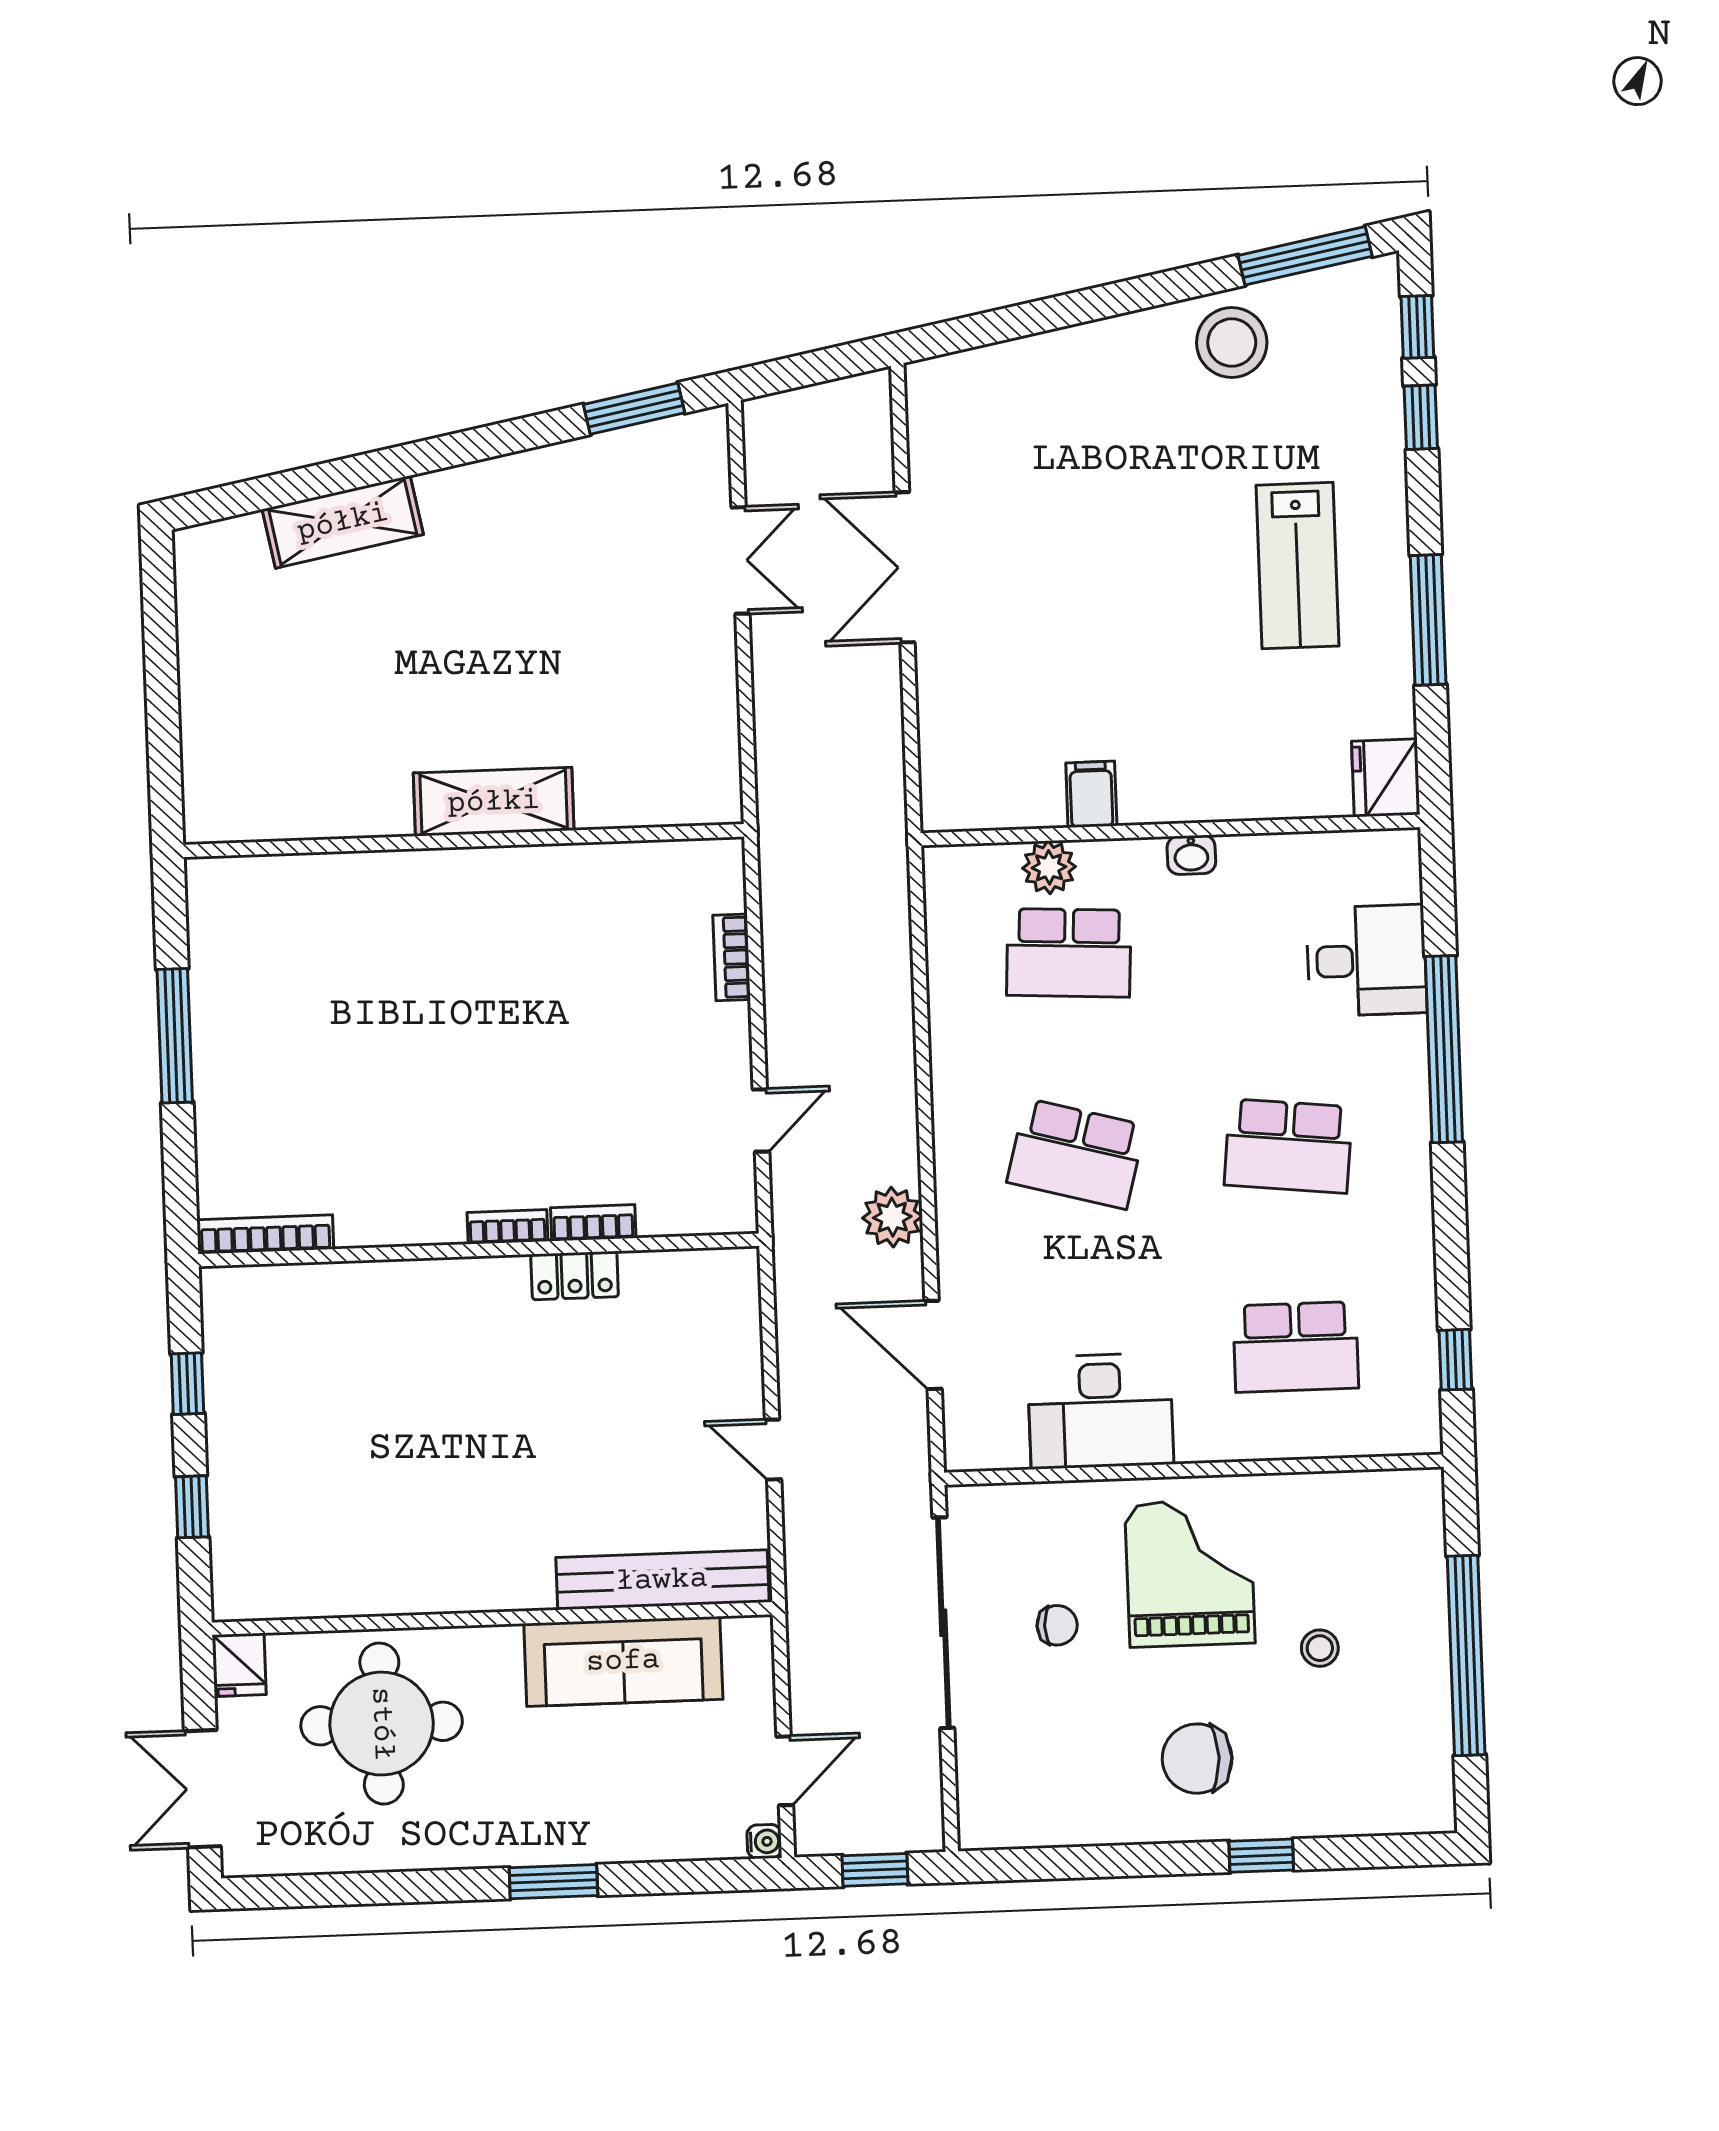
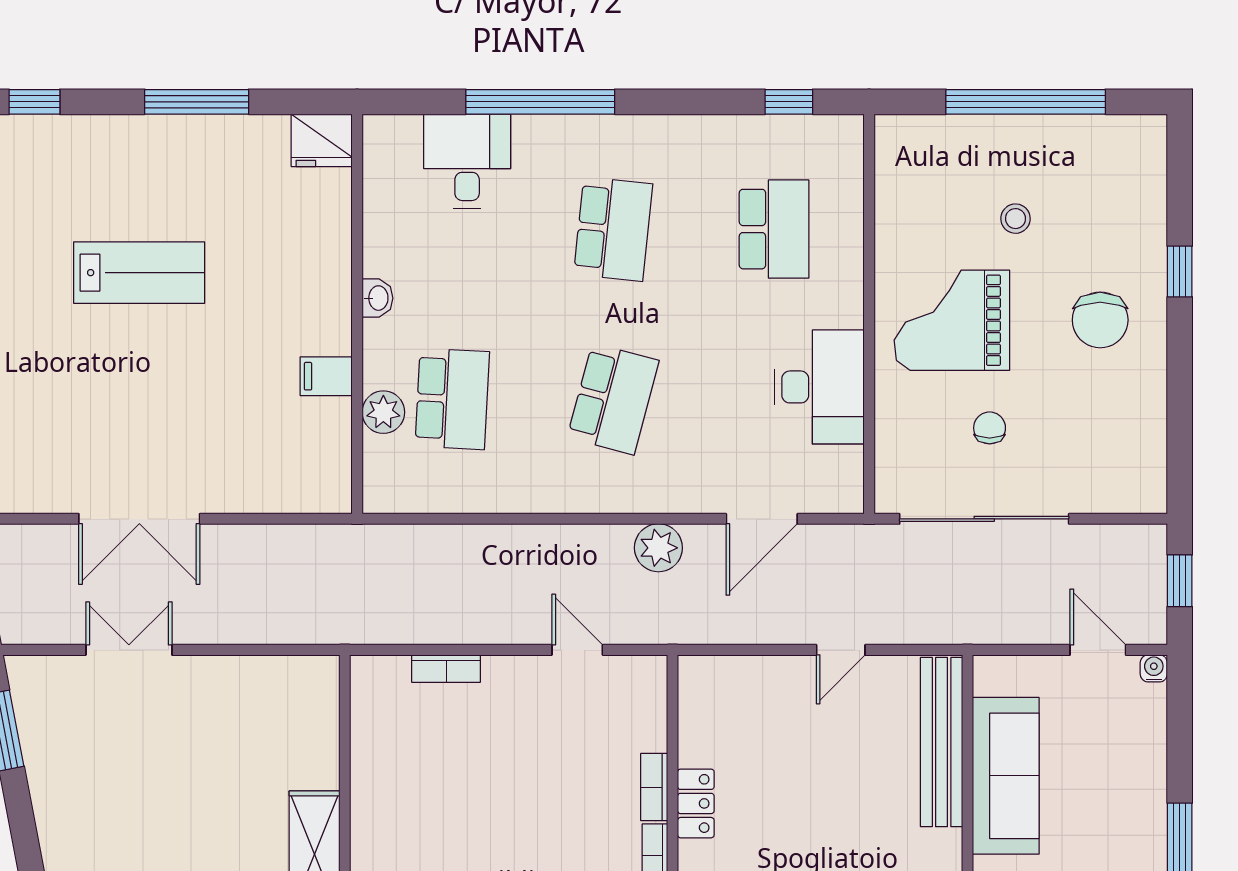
lab bench: (1298, 566) -> (139, 273), moved

